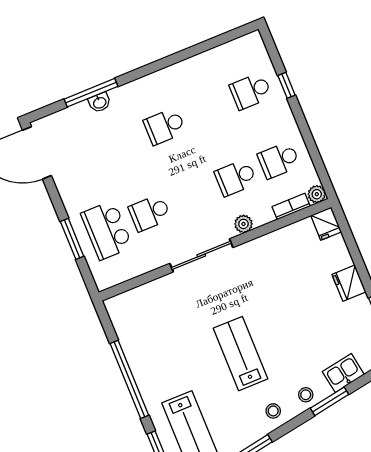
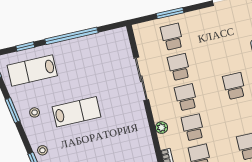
school desk: (193, 195) -> (186, 97), added
school desk: (107, 230) -> (172, 37), width x0.54
sliding door: (201, 255) -> (141, 79), moved
stool: (273, 411) -> (35, 112), moved

